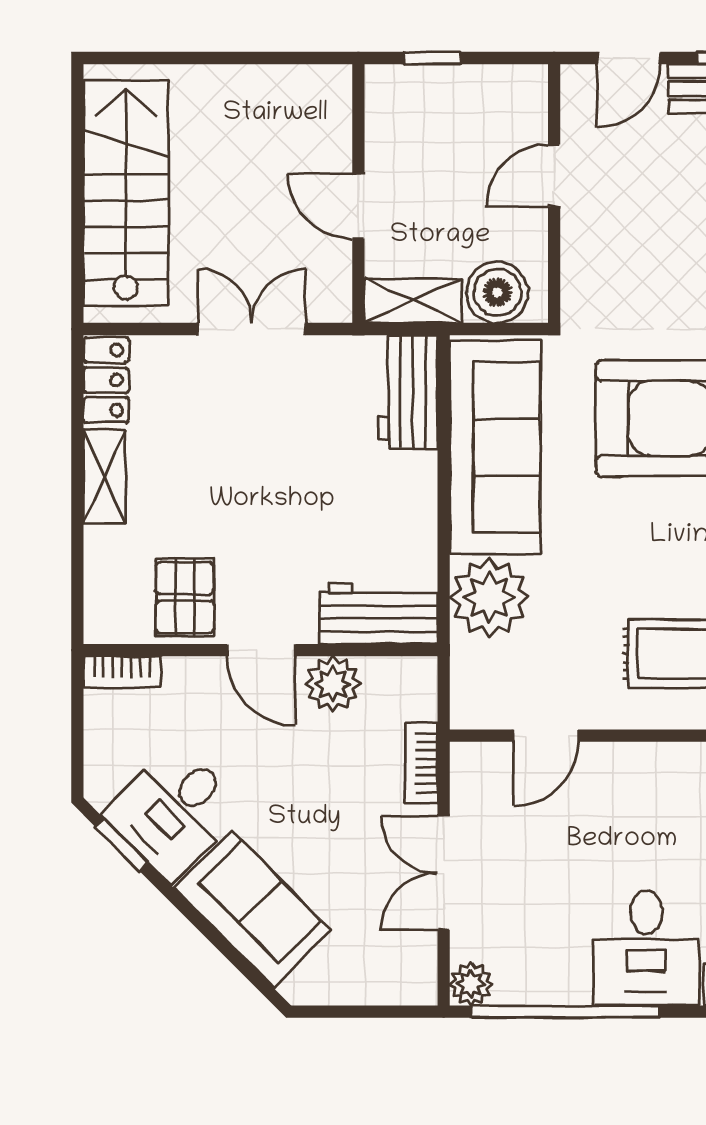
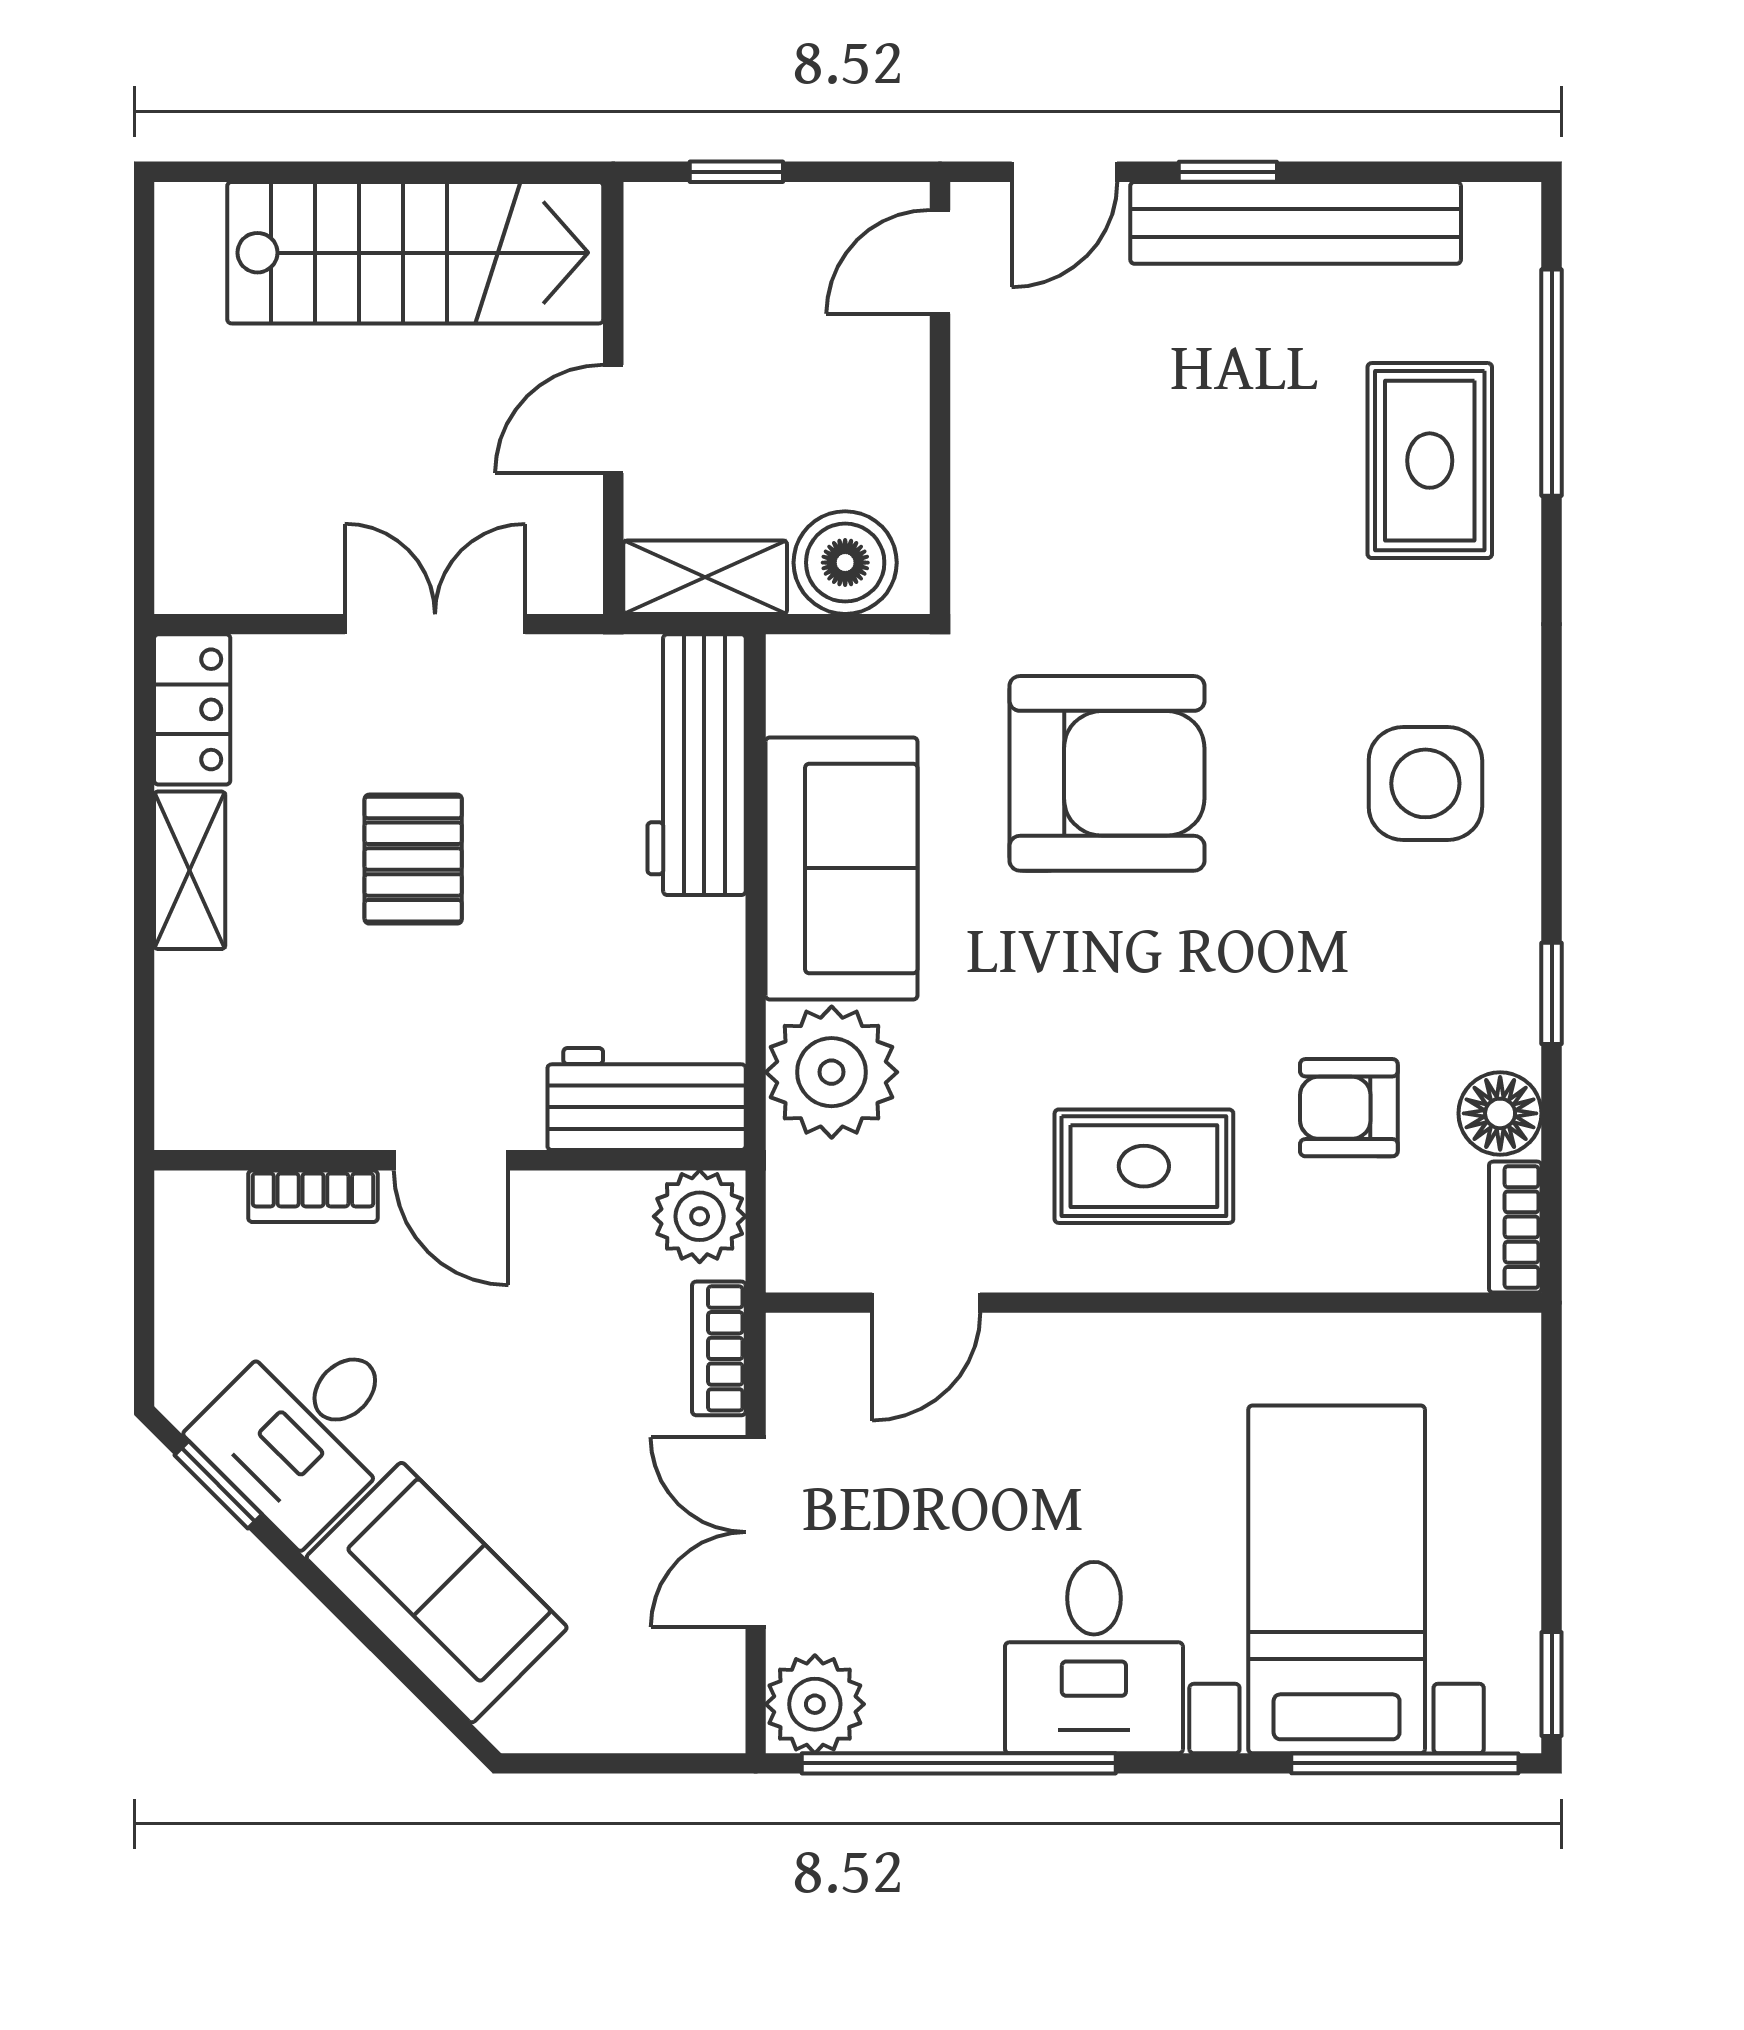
door: (554, 175) -> (940, 262), moved
stairs: (126, 193) -> (415, 253), moved, turned 90
door: (358, 206) -> (613, 419), hinge flipped
workbench: (408, 392) -> (697, 765), width x1.38
sofa: (495, 447) -> (842, 868), width x0.73
pallet: (185, 598) -> (413, 859), moved
bookcase: (122, 672) -> (313, 1196), moved
plant: (333, 684) -> (700, 1216), moved
plant: (471, 984) -> (815, 1704), width x1.38, depth x1.38

